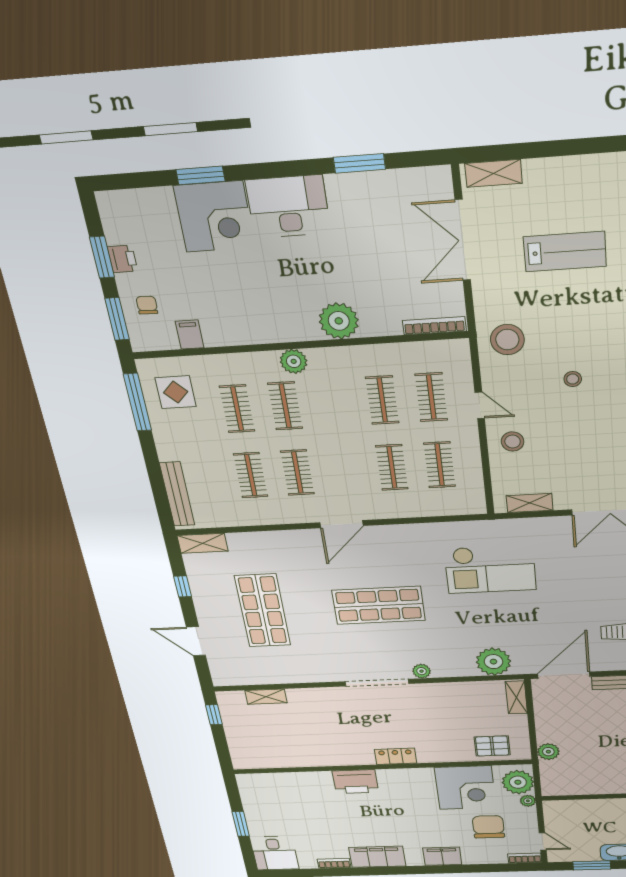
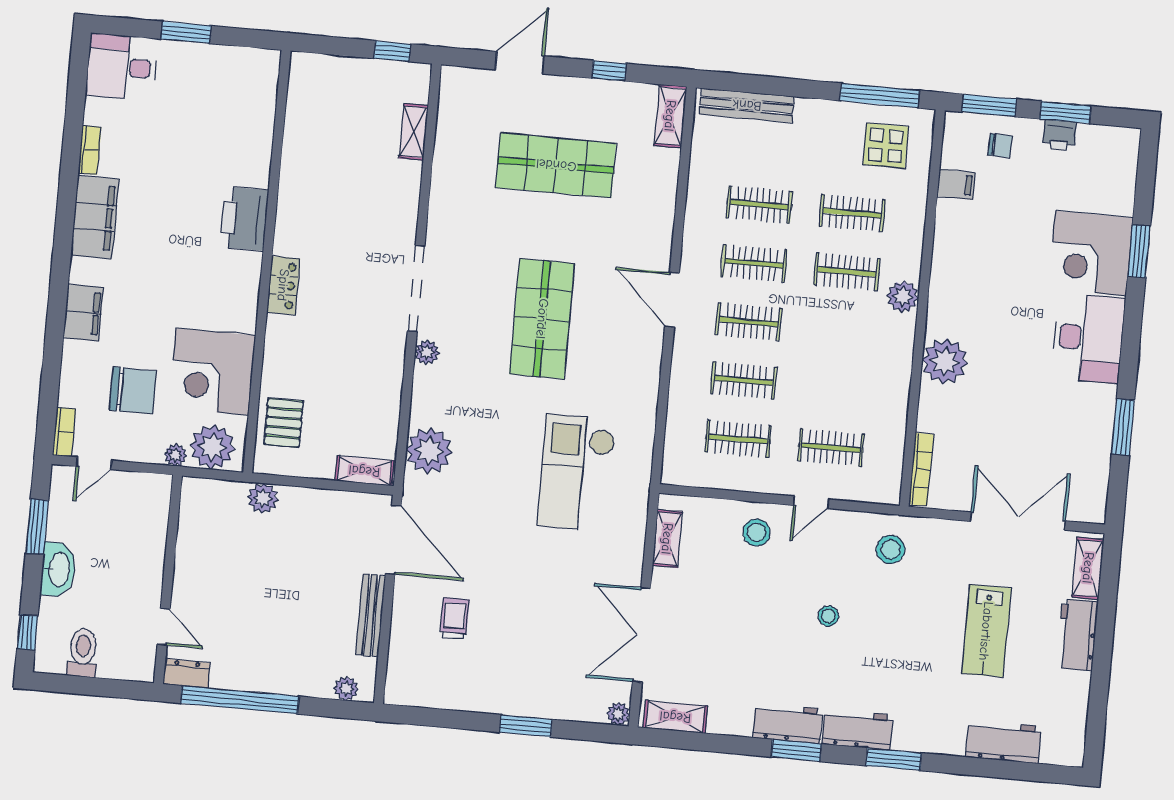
workbench: (556, 173) -> (1077, 635), added
stool: (507, 340) -> (891, 549), width x0.73, depth x0.73
clothes rail: (382, 400) -> (749, 322), moved

